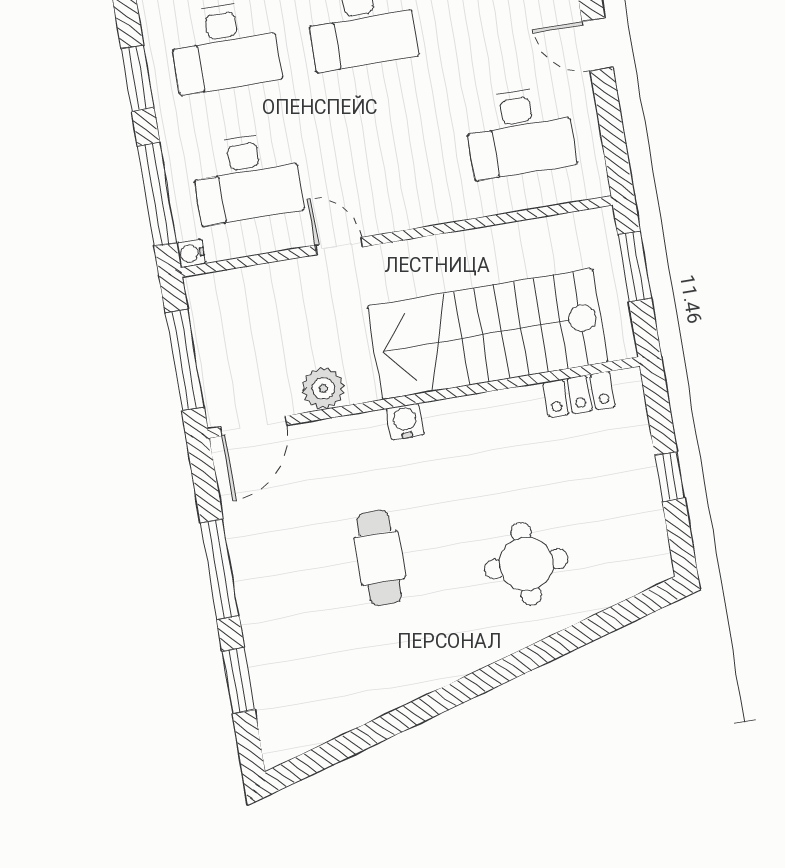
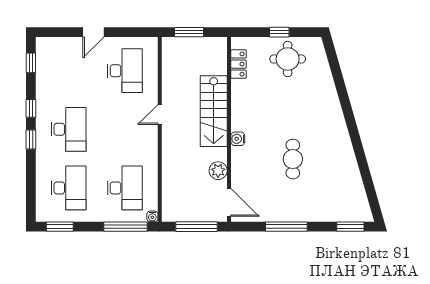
window: (138, 78) -> (60, 227), moved
door: (339, 246) -> (160, 115), moved
stairs: (488, 334) -> (214, 111), width x0.73, depth x0.66
cafe table: (379, 558) -> (293, 159), turned 90
round table: (526, 564) -> (288, 59), moved
window: (238, 680) -> (350, 227), moved

